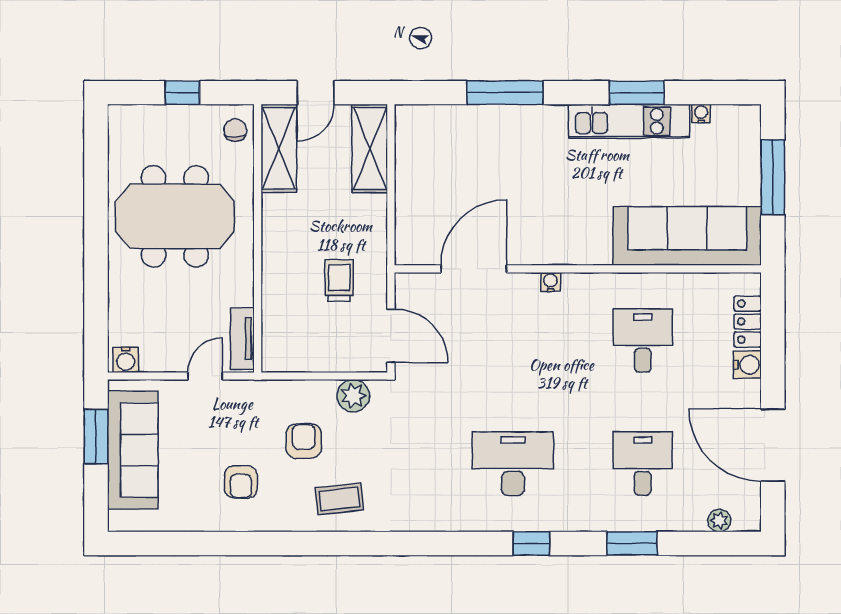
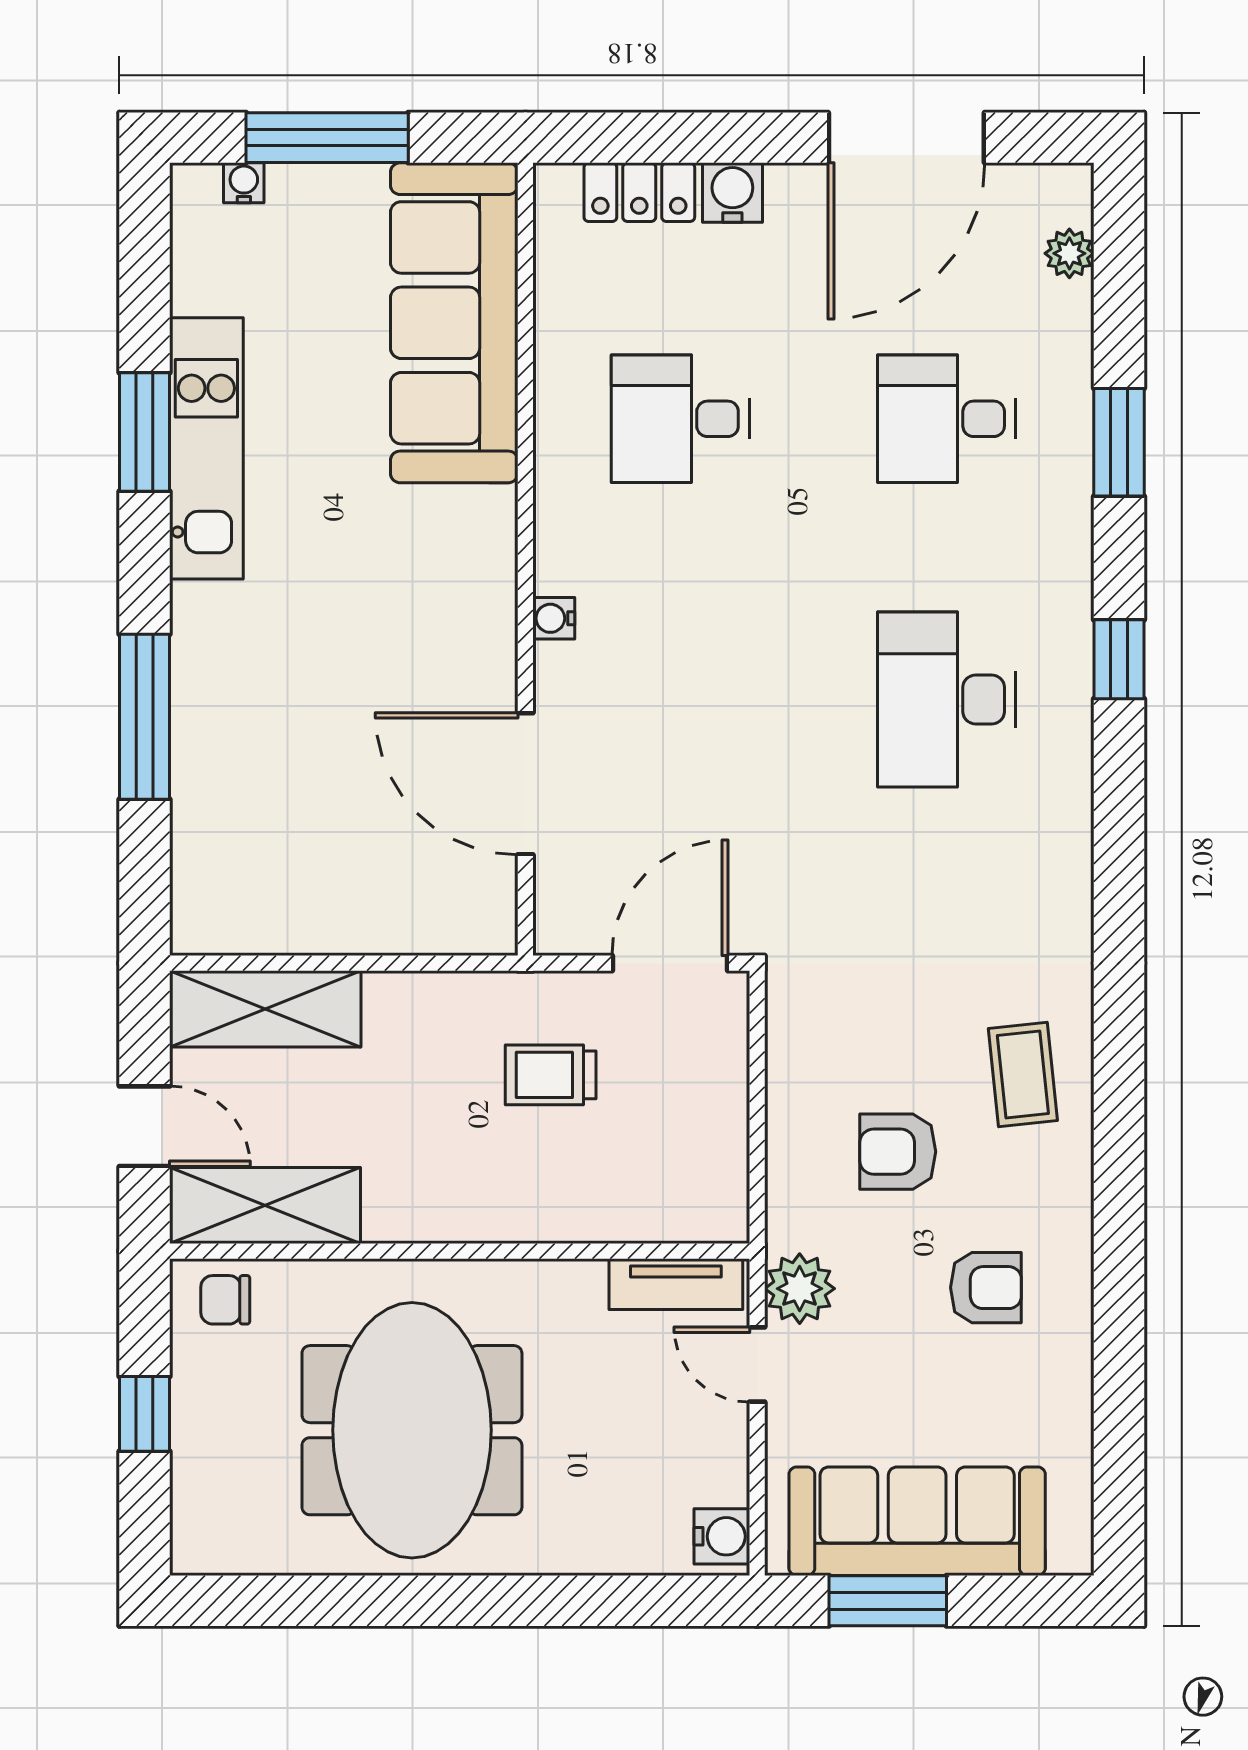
water cooler: (701, 114) -> (244, 183), moved, turned 90
plant: (353, 396) -> (800, 1289), moved

